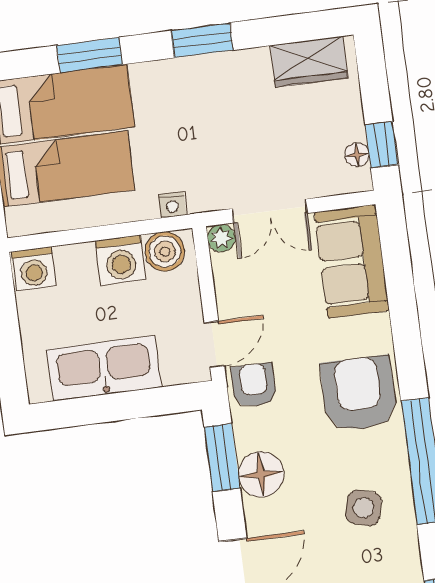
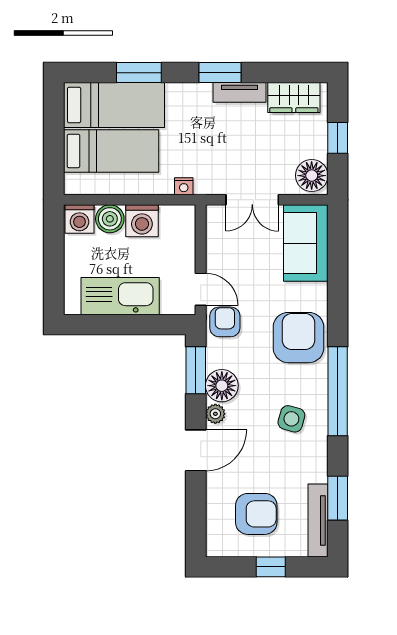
tv unit: (233, 64) -> (240, 92), added
window: (382, 145) -> (338, 138), moved
floor lamp: (357, 155) -> (312, 176), width x1.89, depth x1.89
plant: (221, 238) -> (215, 414), moved
boiler: (165, 251) -> (110, 219), moved
door: (214, 344) -> (201, 289), hinge flipped

